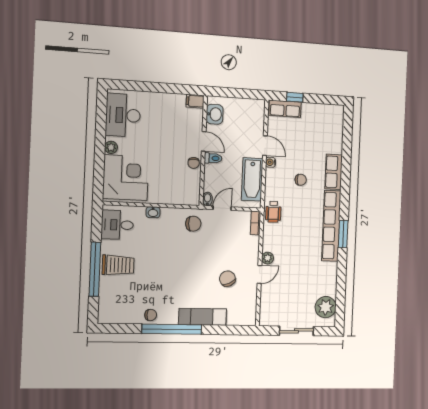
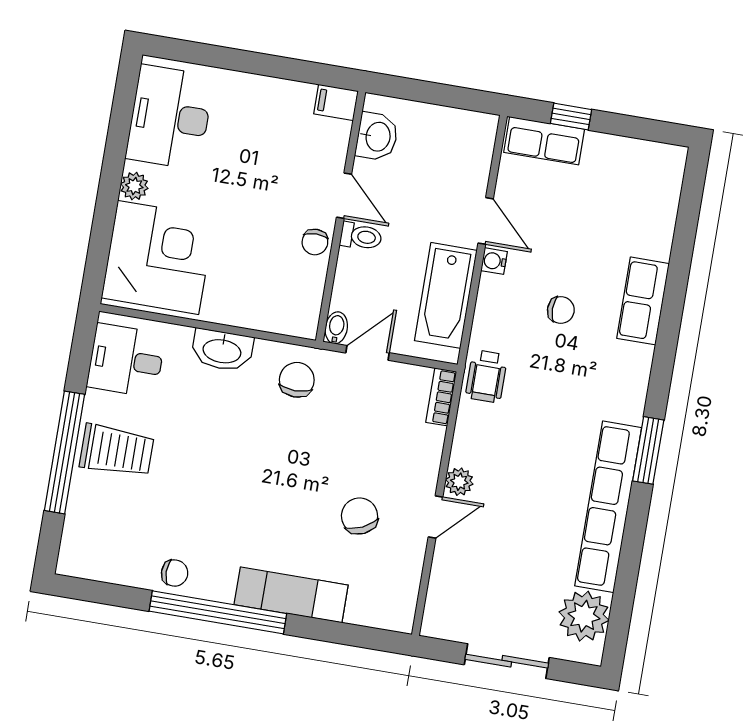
washbasin: (153, 212) -> (222, 350), width x1.91, depth x1.45
chair: (193, 224) -> (297, 380), turned -88
row of seats: (331, 226) -> (608, 507), moved

